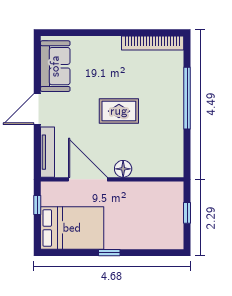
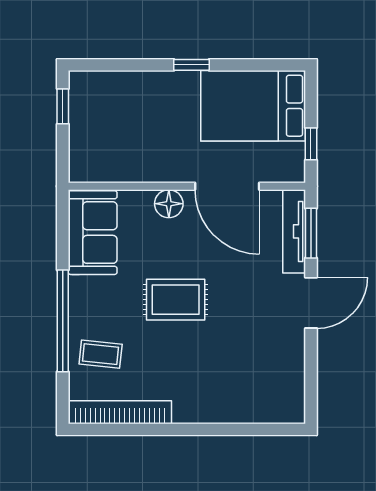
sofa: (55, 66) -> (93, 233), moved, turned 180
coffee table: (164, 78) -> (101, 354), added
window: (37, 151) -> (311, 233), added
window: (187, 213) -> (63, 106), moved

